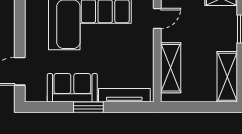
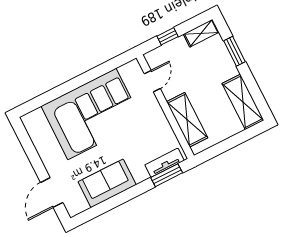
tv unit: (124, 95) -> (165, 163), width x0.71
window: (88, 107) -> (167, 175), moved

